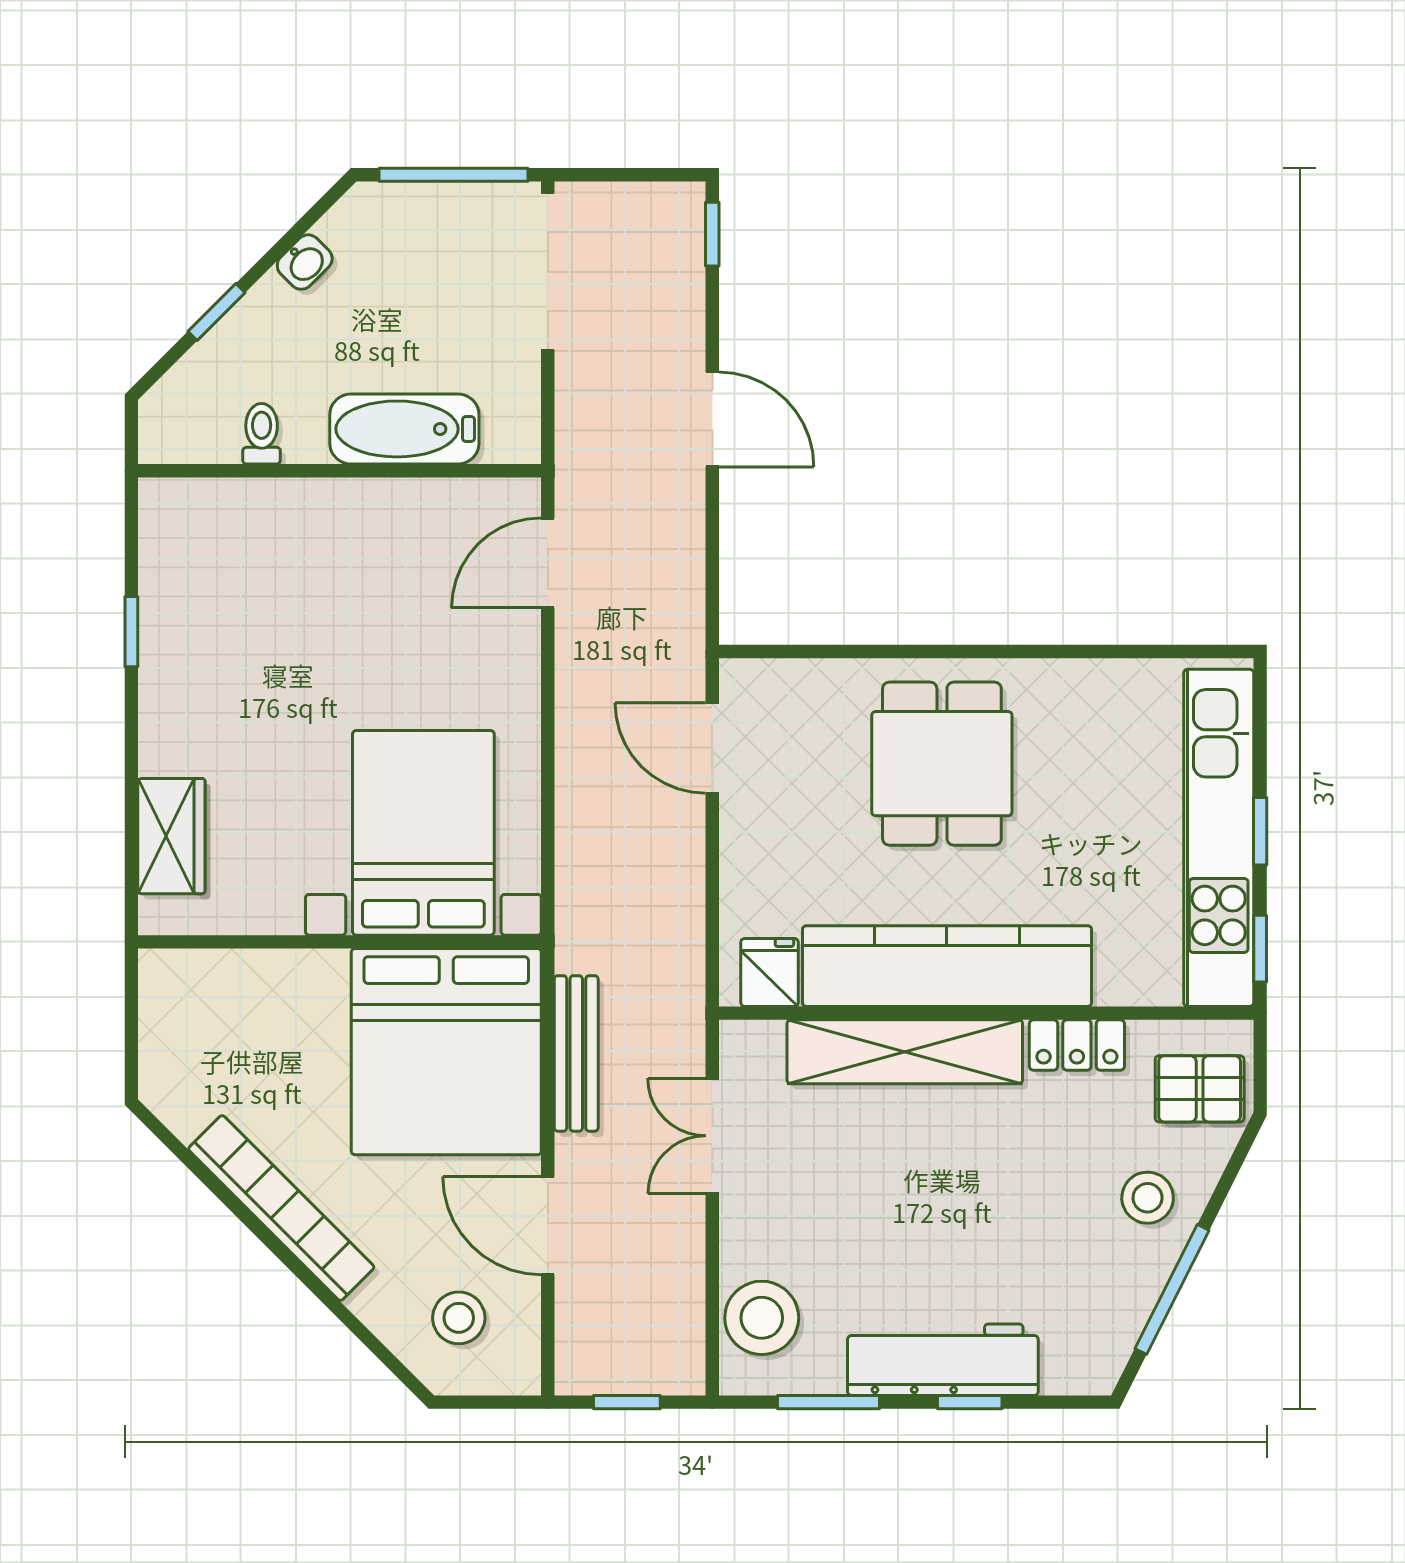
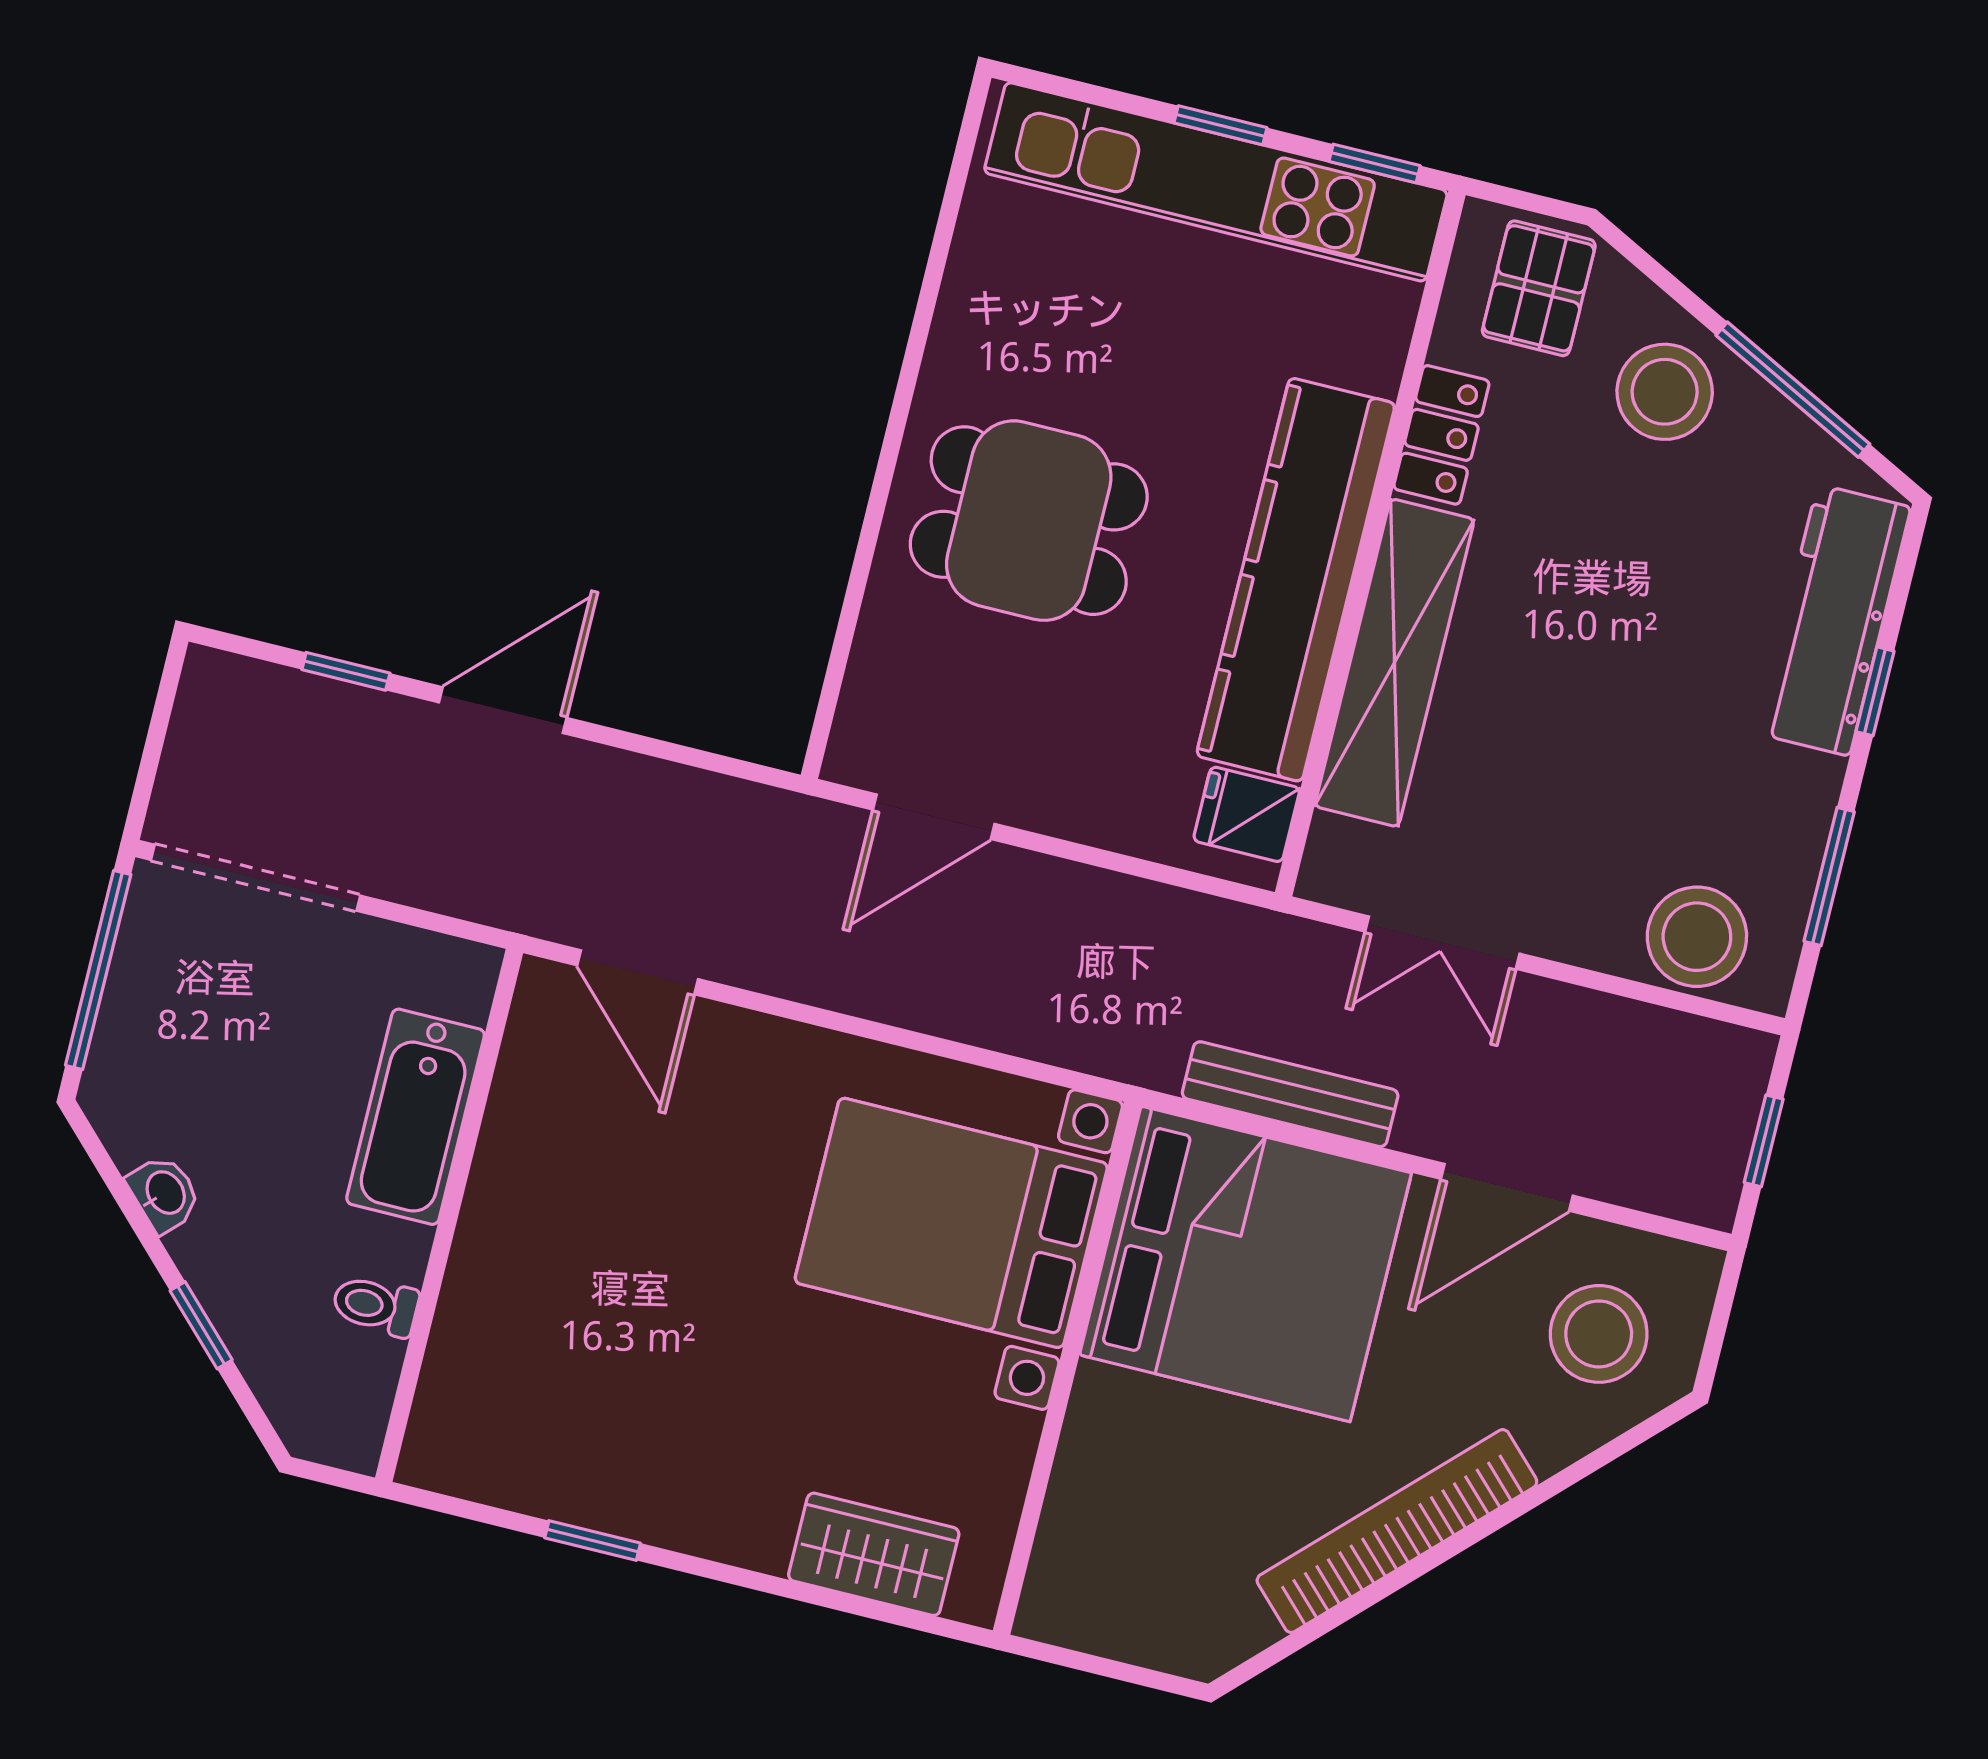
window: (712, 234) -> (346, 671), moved
stool: (1148, 1198) -> (1665, 392), width x1.38, depth x1.38
stool: (459, 1318) -> (1599, 1334), width x1.38, depth x1.38
workbench: (943, 1360) -> (1834, 620), moved

